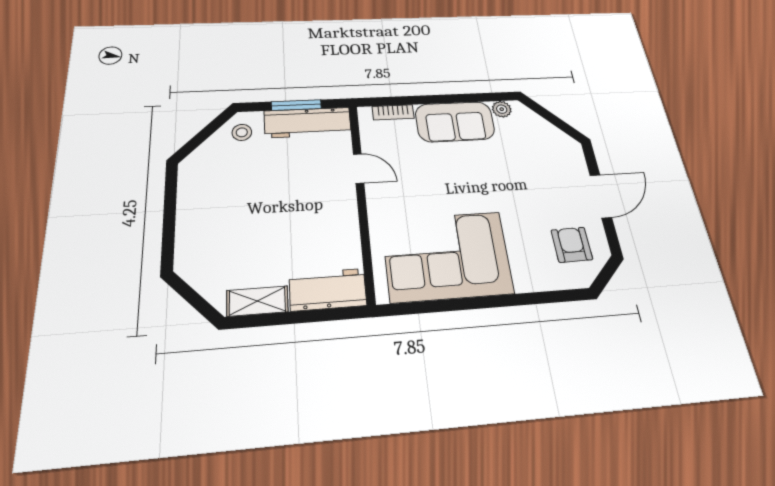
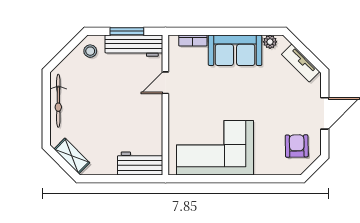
tv unit: (550, 133) -> (301, 63), added
door: (359, 168) -> (165, 83), swing flipped
bicycle: (190, 203) -> (58, 101), added
shelving: (257, 301) -> (72, 156), moved, turned 45

